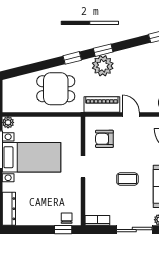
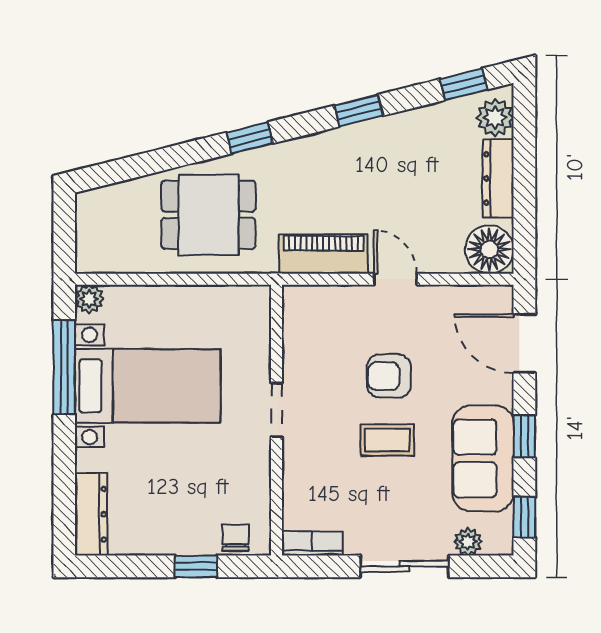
window: (103, 50) -> (359, 111), moved
plant: (103, 66) -> (326, 157), removed
armchair: (104, 139) -> (389, 376), moved
window: (63, 230) -> (196, 566), moved

